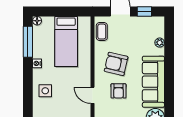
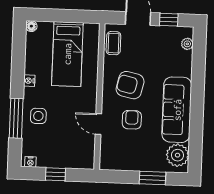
window: (28, 42) -> (16, 118), moved
plant: (160, 43) -> (187, 44), moved
armchair: (118, 91) -> (132, 120), turned 180

